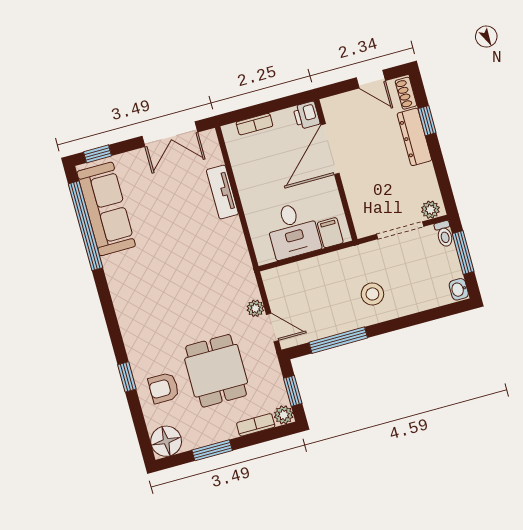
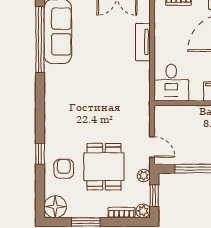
desk: (293, 230) -> (171, 83), moved
plant: (255, 308) -> (144, 176), moved
armchair: (164, 388) -> (64, 169), turned 90

